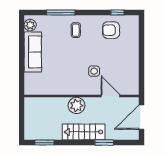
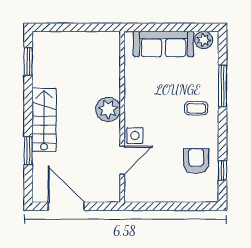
wall: (82, 96) -> (122, 117), moved
door: (111, 96) -> (122, 160), moved
plant: (77, 105) -> (108, 109), moved

